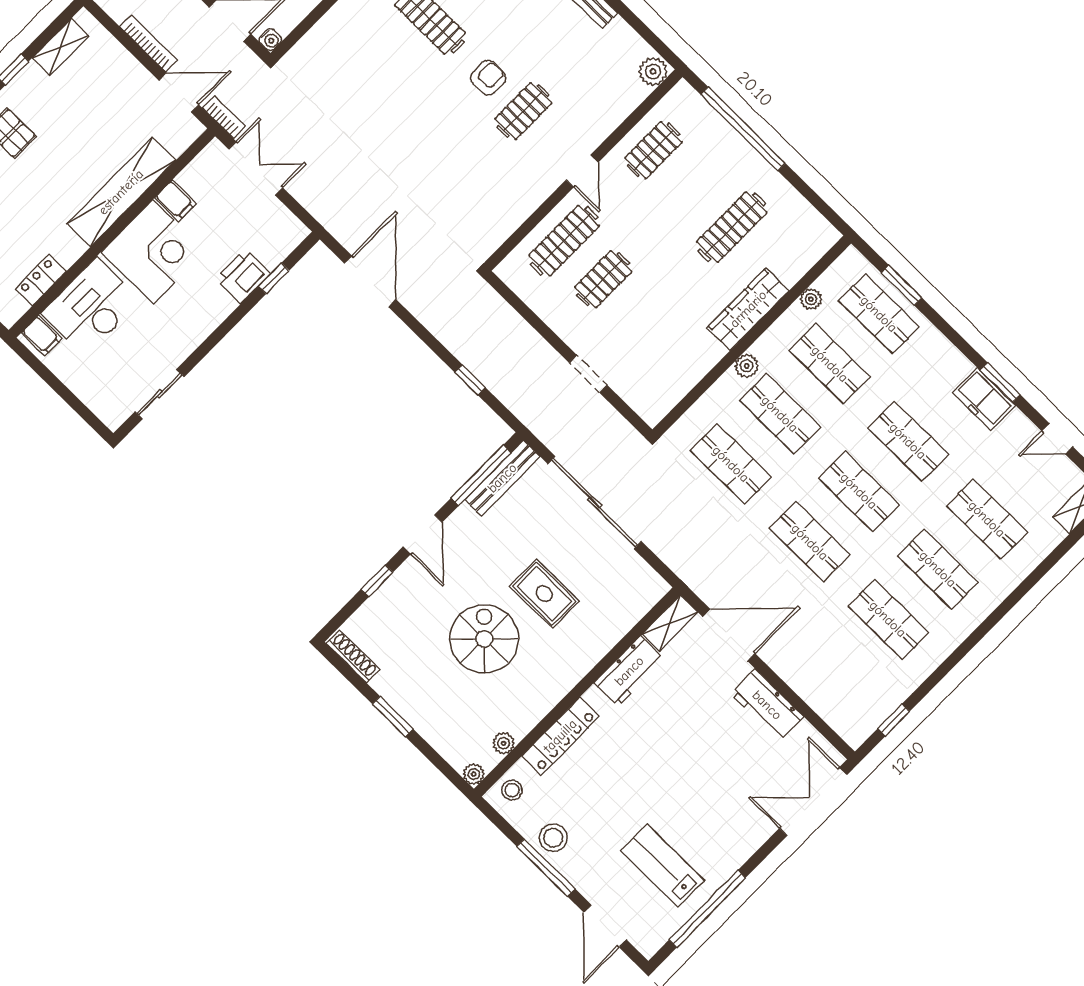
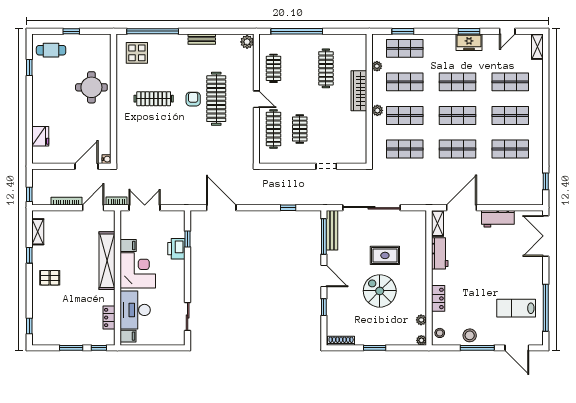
clothes rail: (523, 111) -> (216, 99), width x1.86, depth x1.31
locker: (560, 736) -> (438, 298), width x0.66

